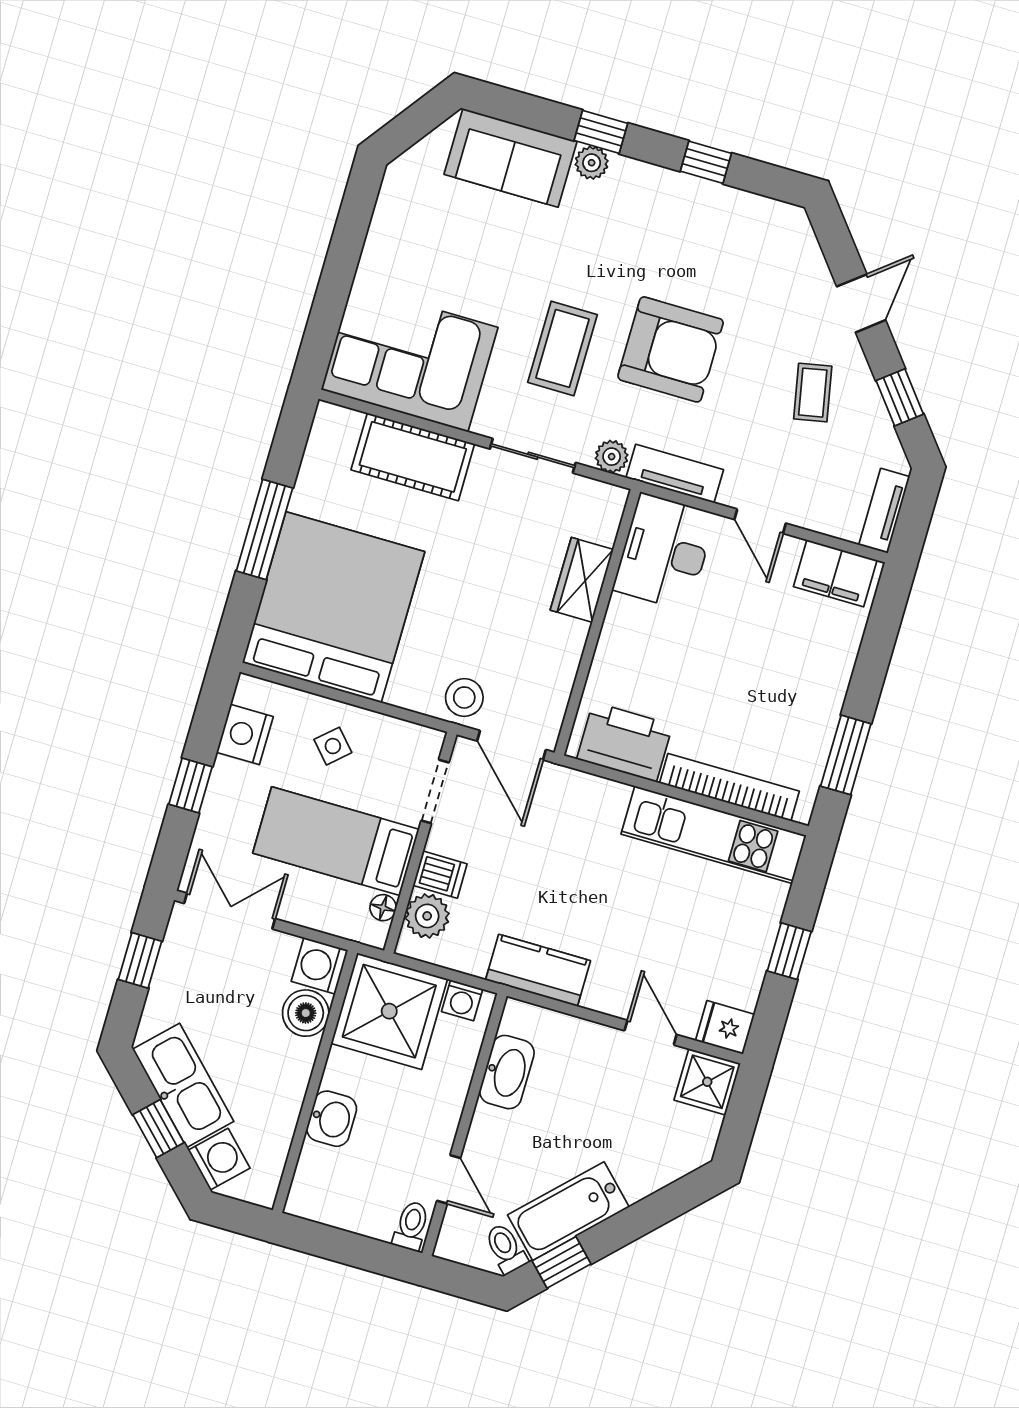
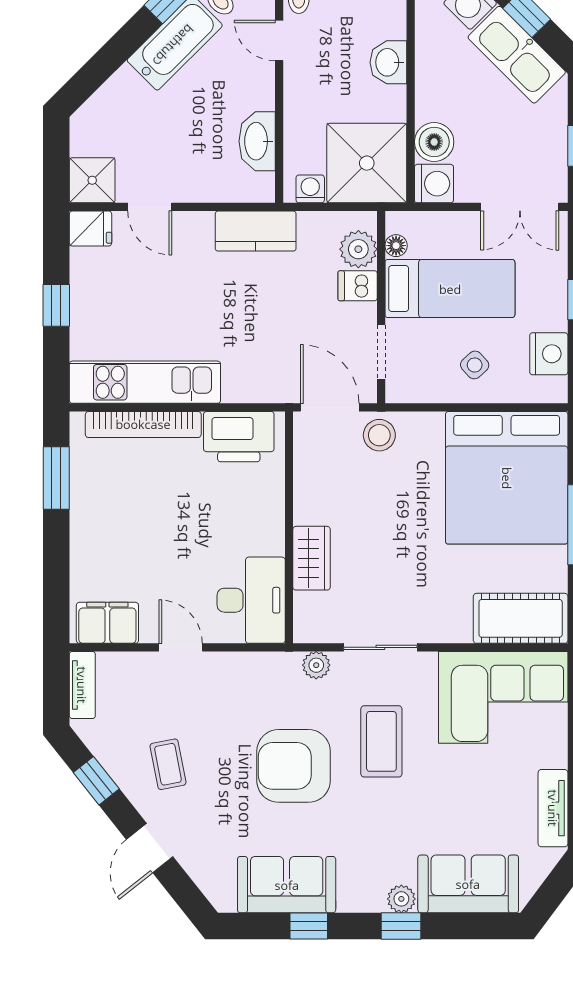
sofa: (717, 217) -> (287, 885), added
cot: (413, 457) -> (521, 618), moved
tv unit: (675, 474) -> (553, 808), moved, turned 90

